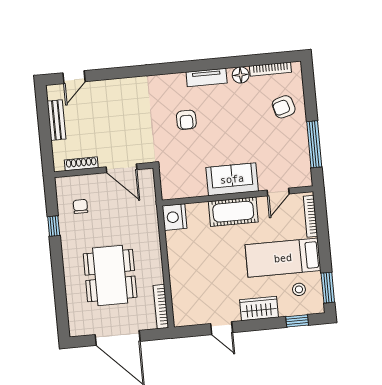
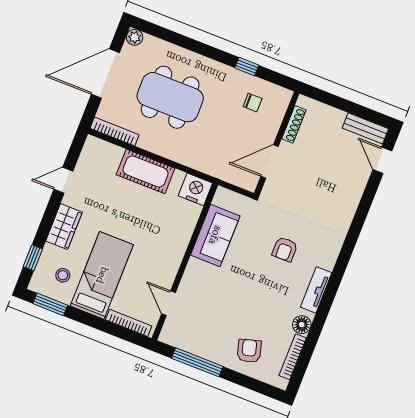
bench: (57, 120) -> (365, 128), moved
armchair: (186, 120) -> (285, 249), turned -90
sofa: (232, 179) -> (215, 235), moved
cot: (233, 212) -> (146, 171), moved, turned 90
plant: (76, 329) -> (135, 37), added

